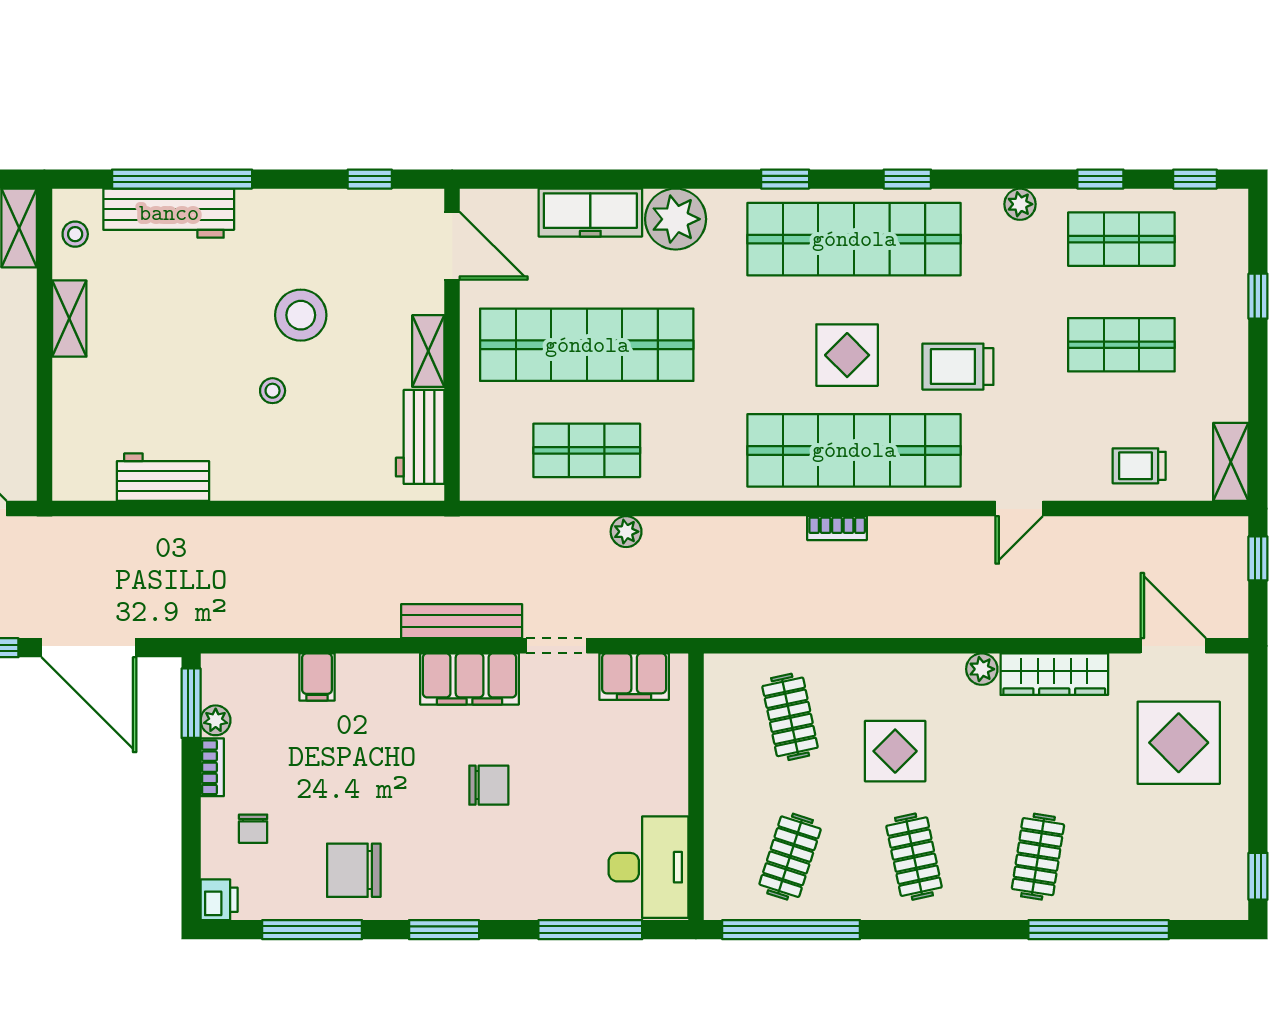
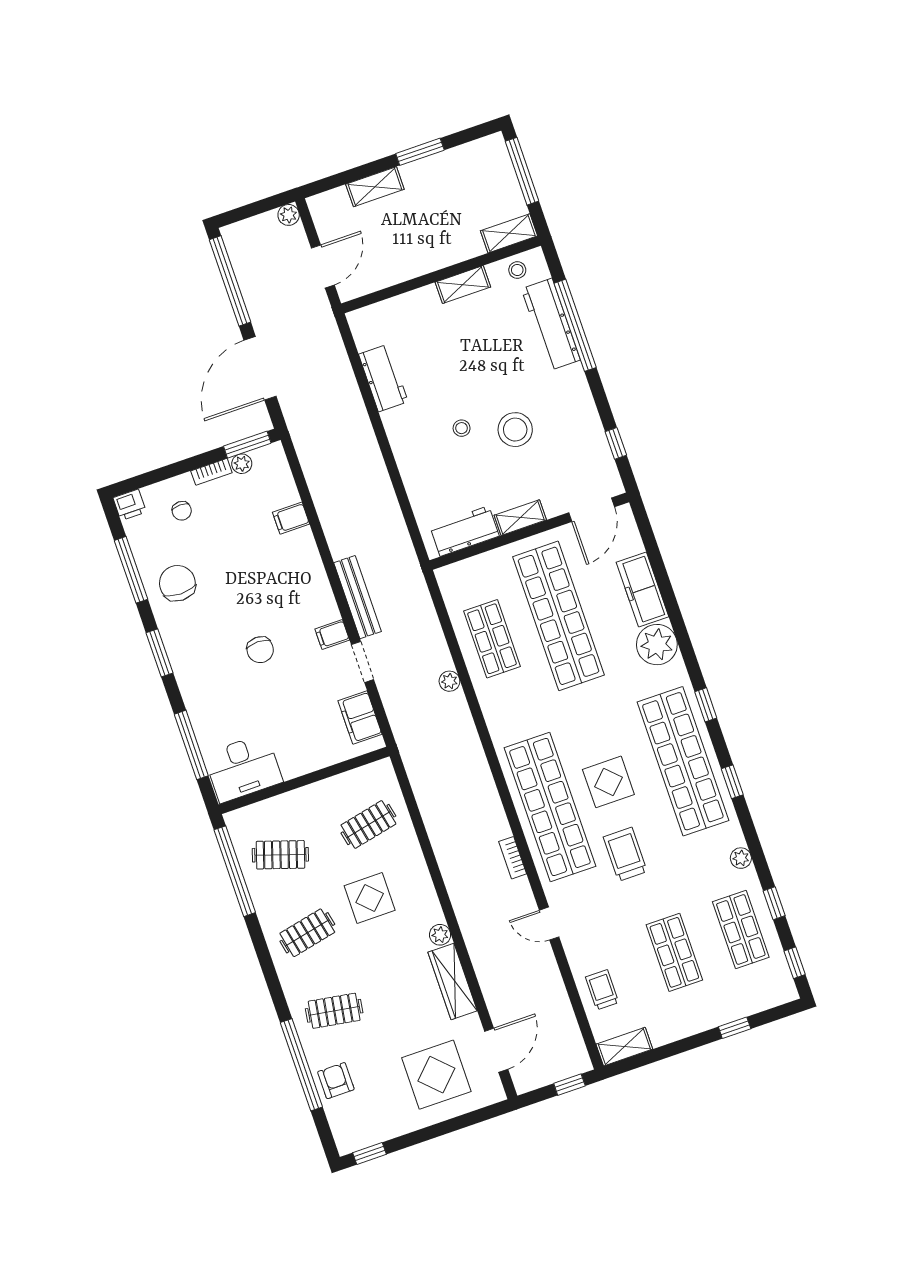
bookcase: (837, 528) -> (513, 858), moved
filing cabinet: (470, 679) -> (332, 634), width x0.33, depth x0.86
chair: (253, 829) -> (182, 511), turned -91
armchair: (1138, 888) -> (336, 1081), added

